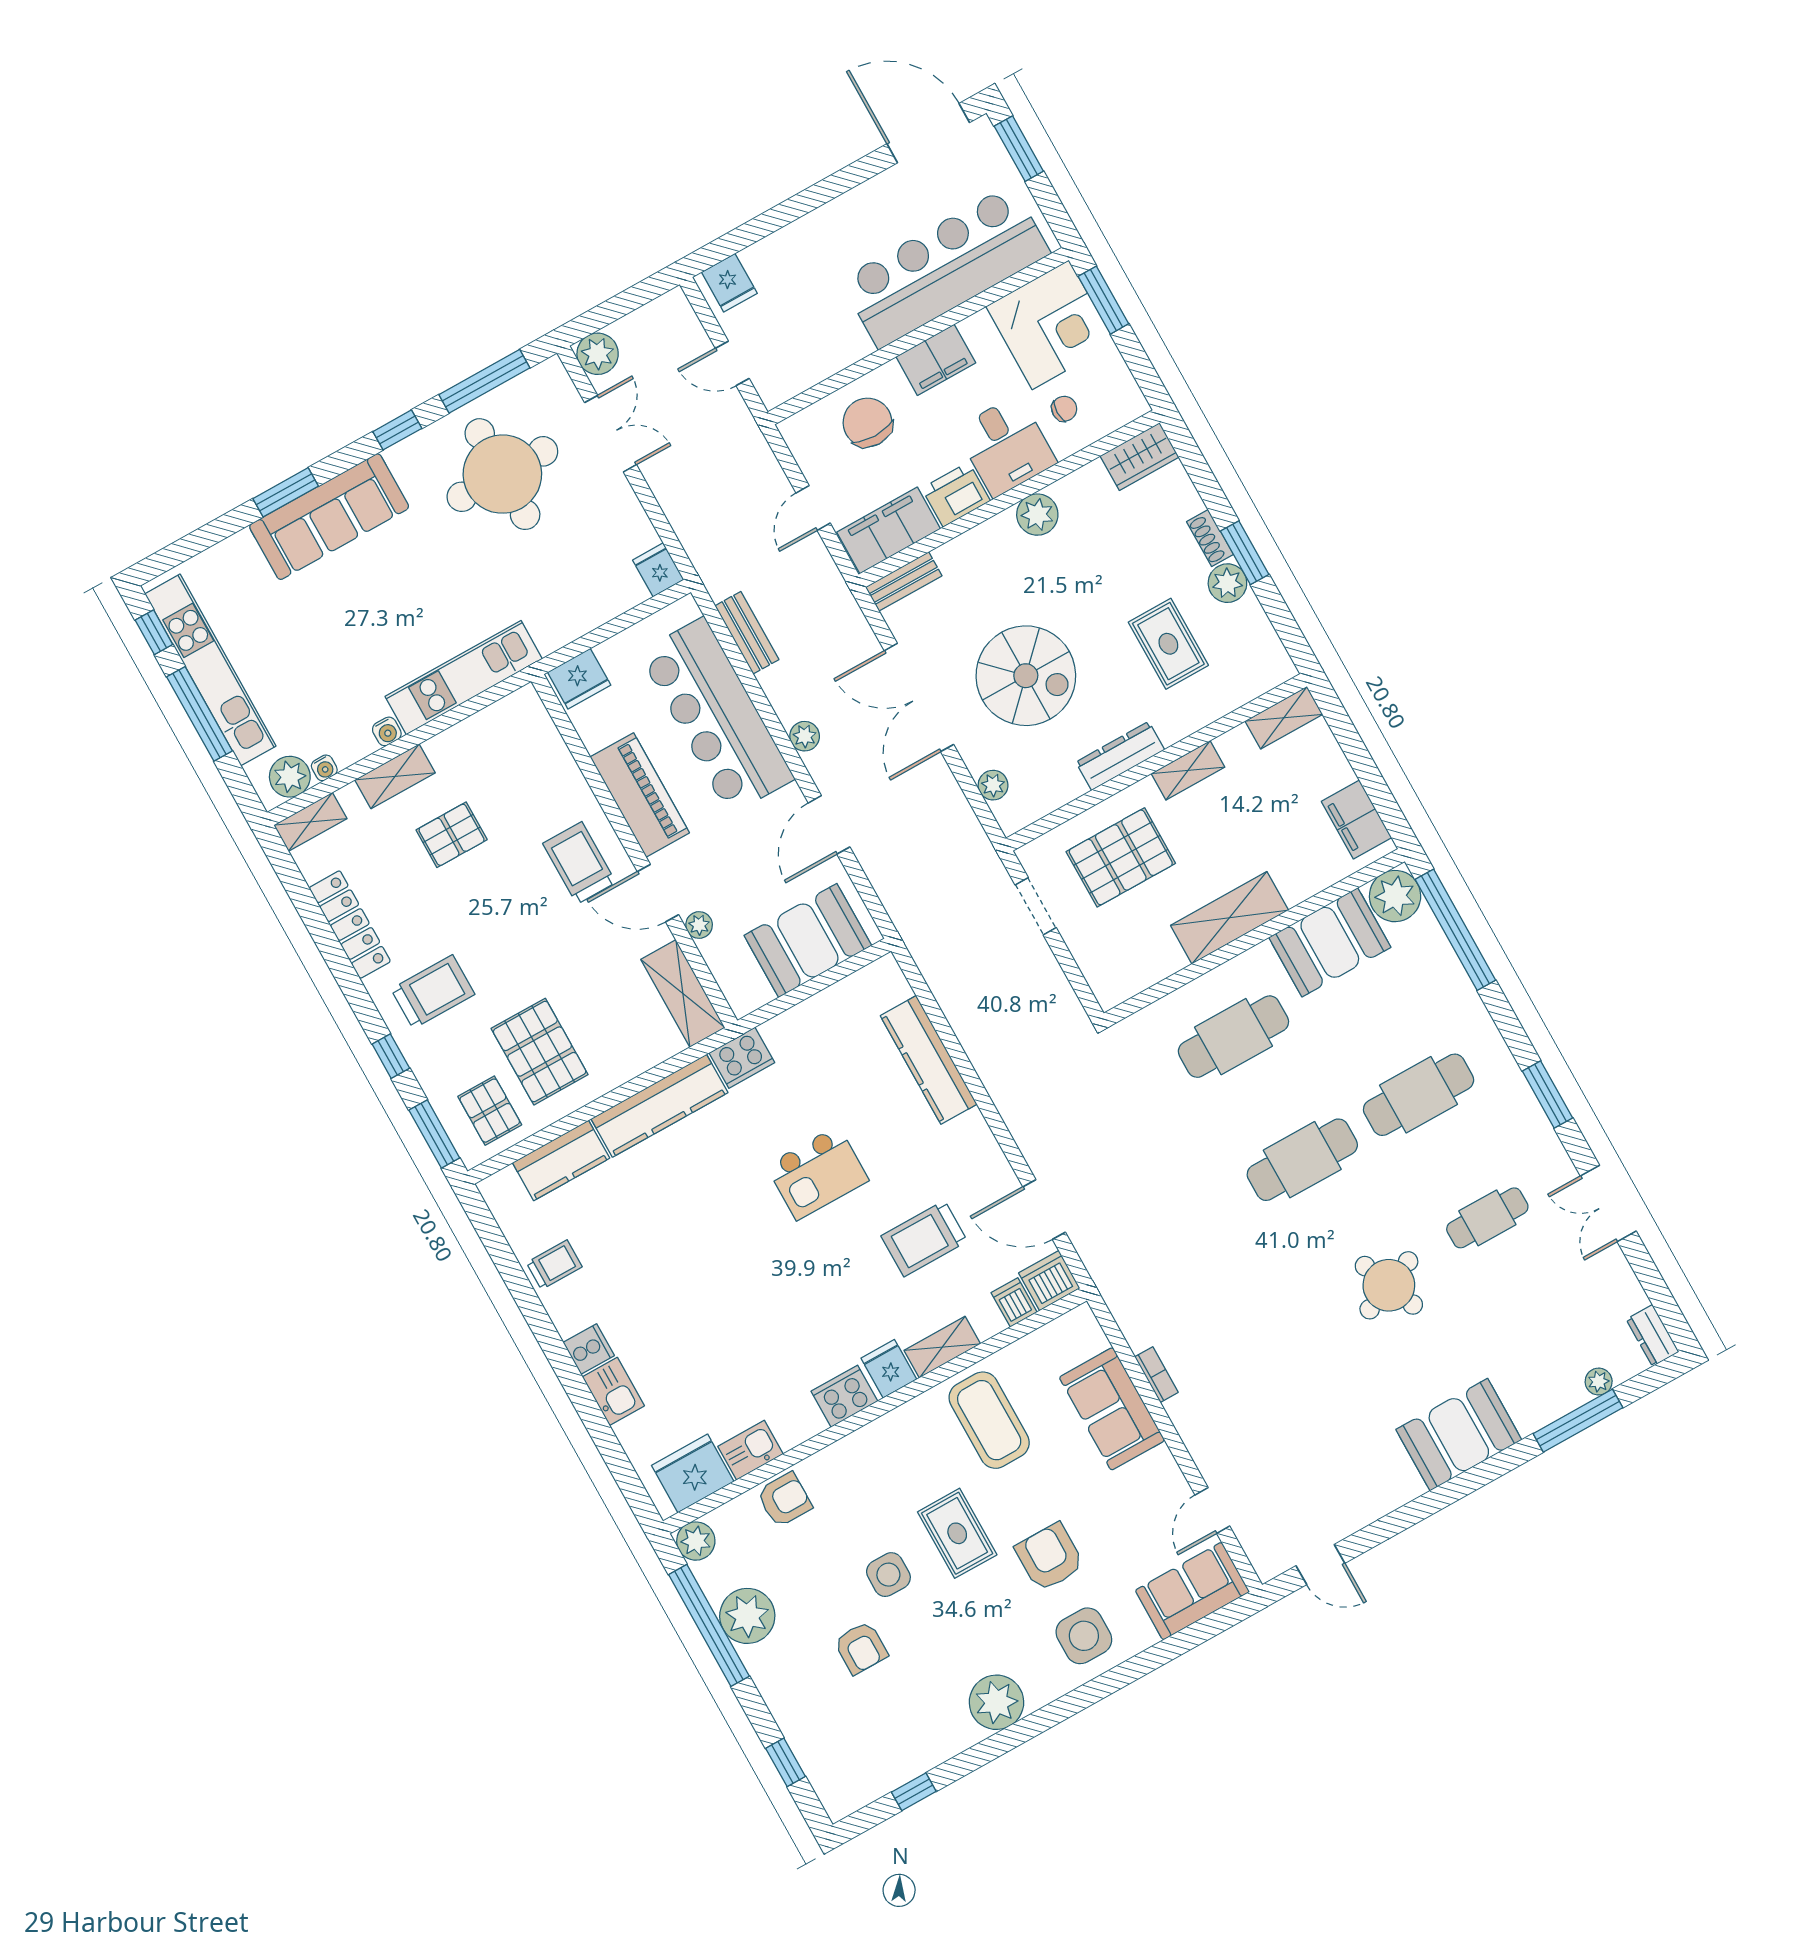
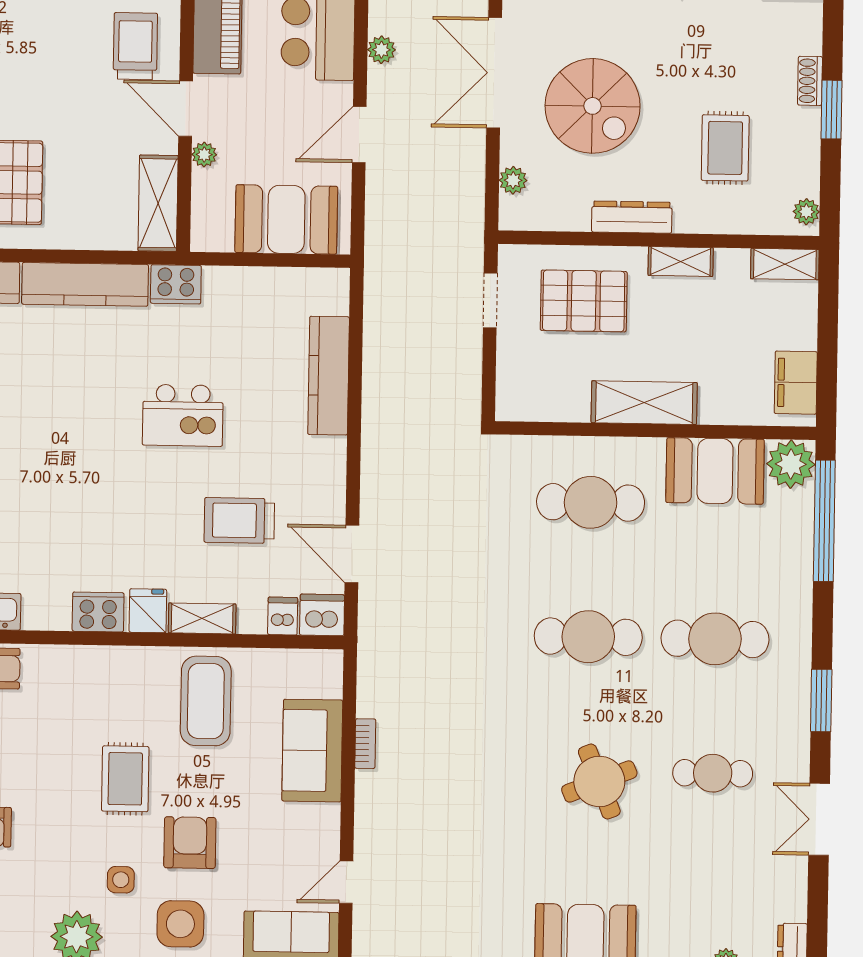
plant: (1227, 583) -> (806, 212), moved, width x0.73, depth x0.73
side table: (888, 1575) -> (121, 880), moved, width x0.73, depth x0.73

